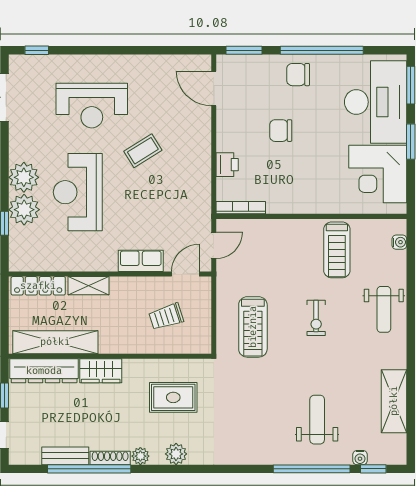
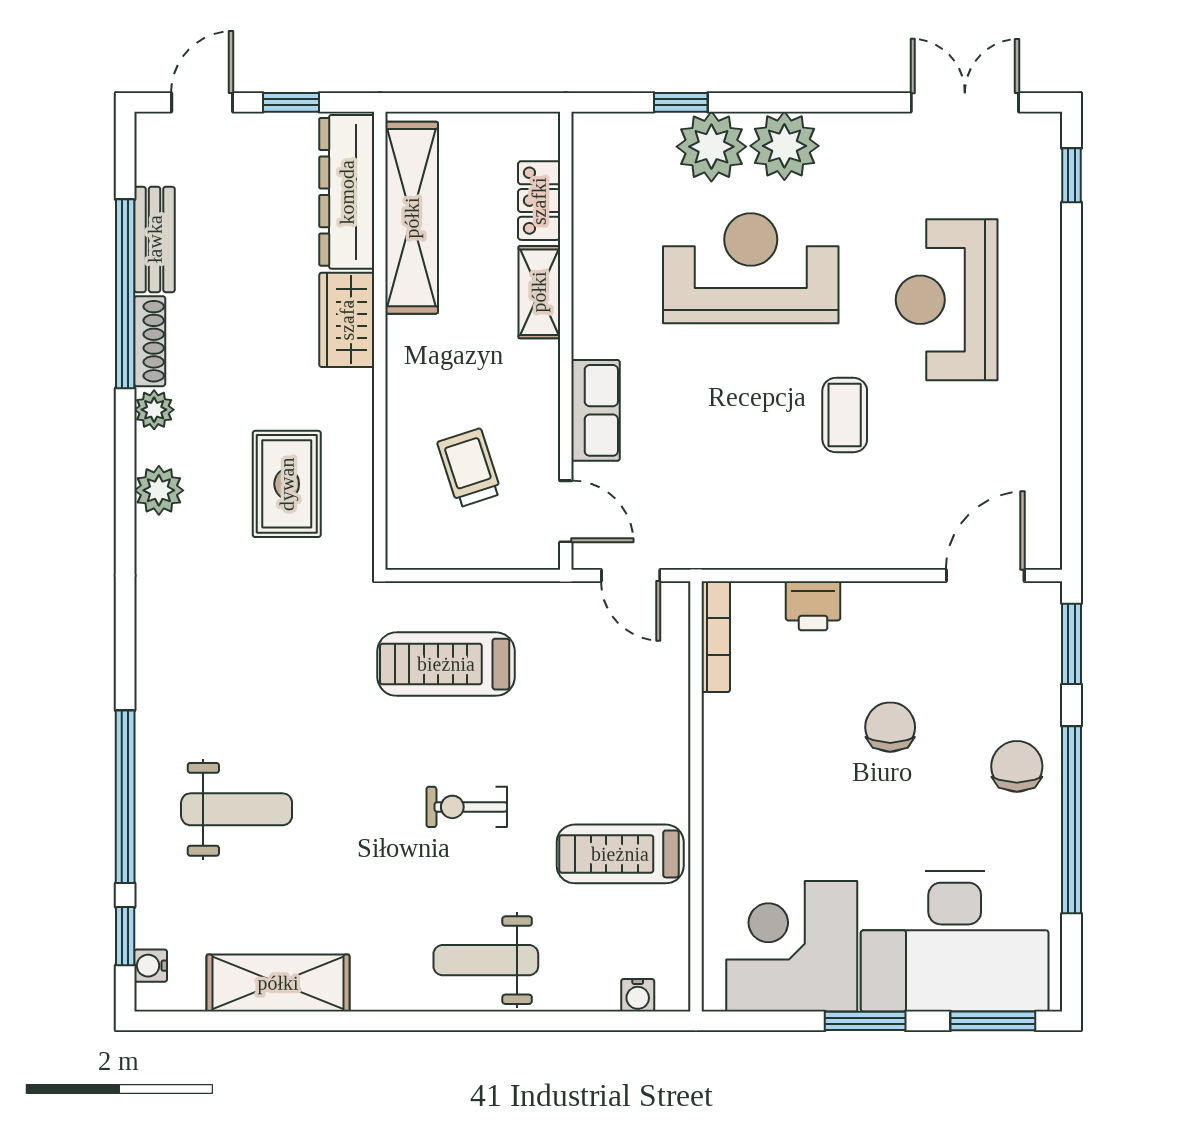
coffee table: (143, 151) -> (845, 415), turned 32
locker: (38, 286) -> (539, 201), width x0.66
water cooler: (360, 458) -> (151, 966), moved

